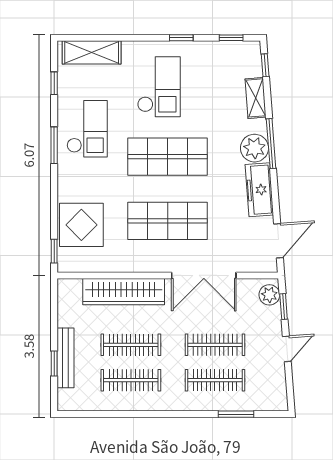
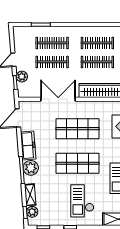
plant: (252, 66) -> (32, 212), added
plant: (269, 295) -> (22, 77), moved

